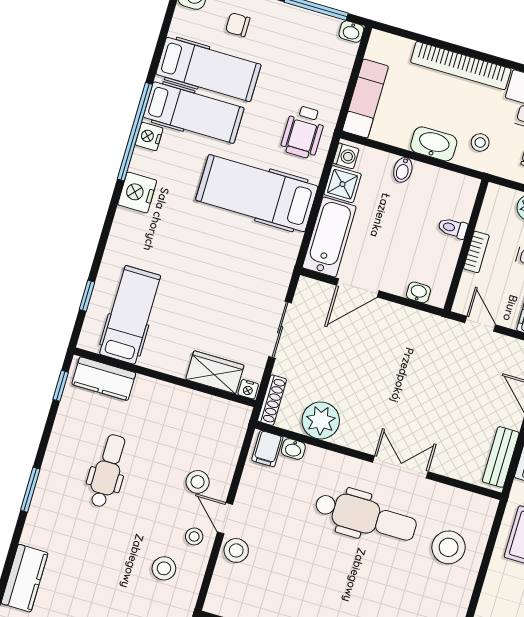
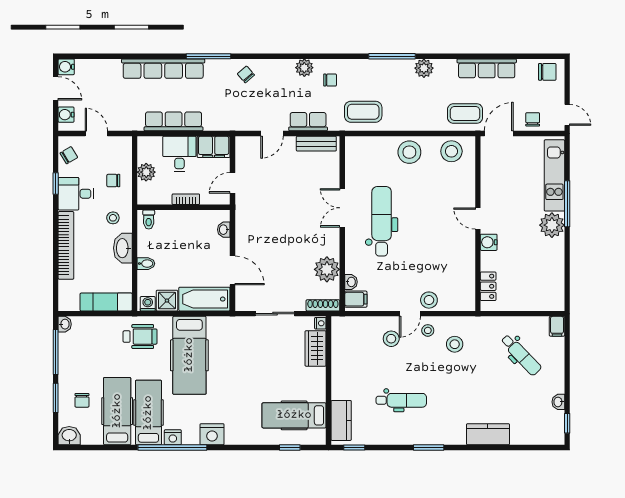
toilet: (453, 228) -> (149, 219), moved
dental chair: (107, 471) -> (401, 400), turned 180
stool: (449, 547) -> (409, 152), moved

